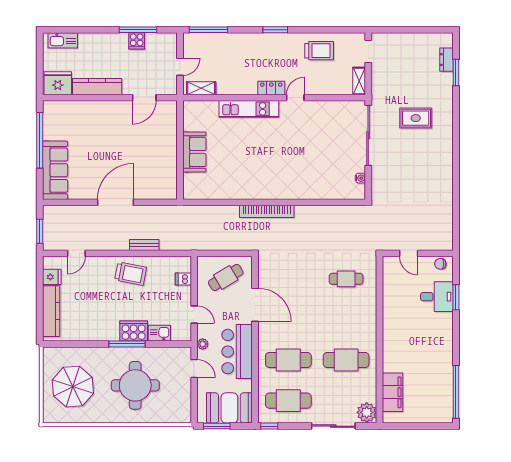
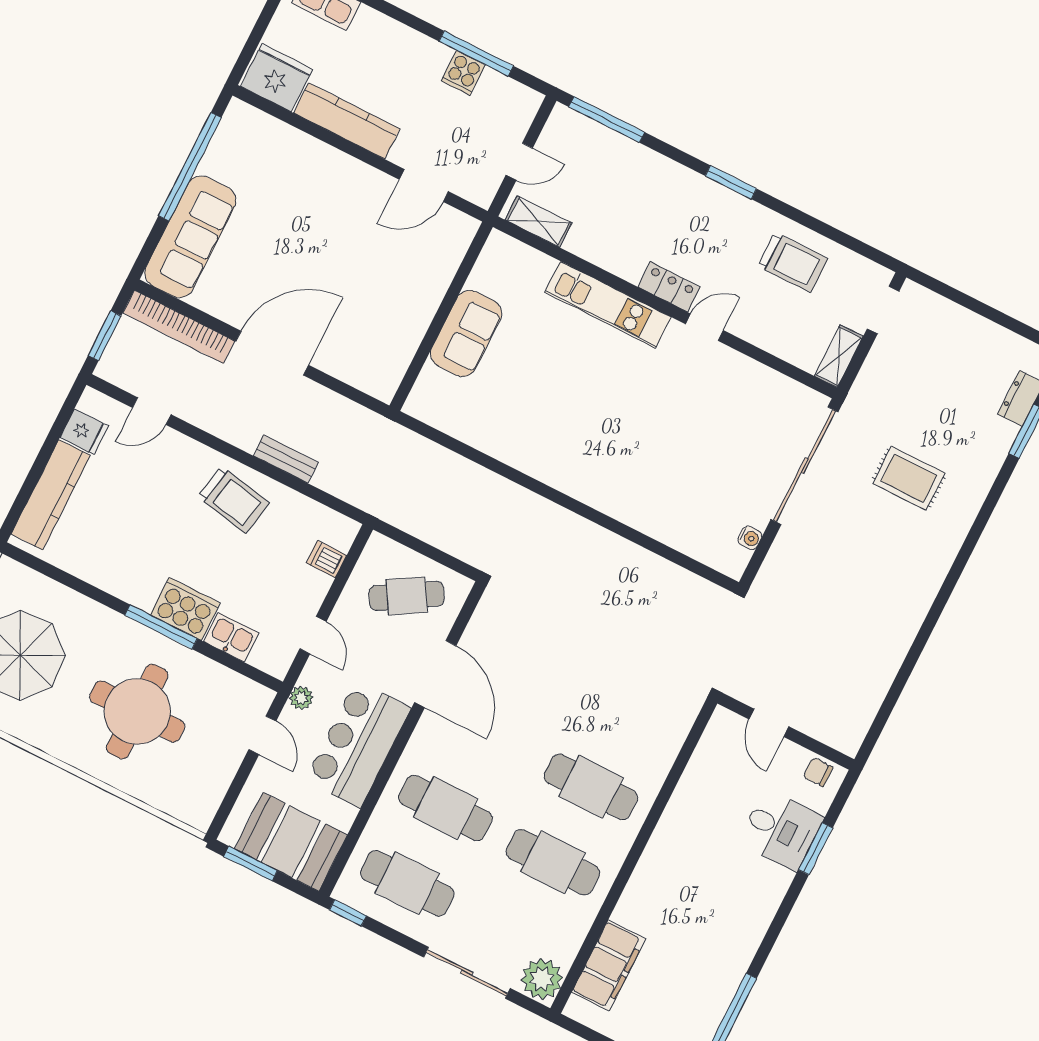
bookcase: (267, 211) -> (179, 327), moved
cafe table: (346, 279) -> (591, 787), moved, width x1.37, depth x1.35

